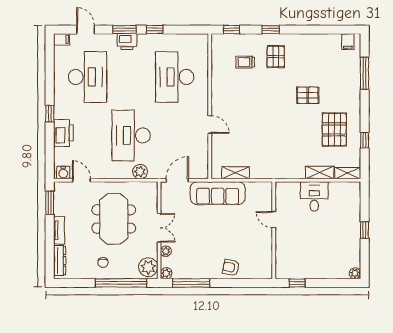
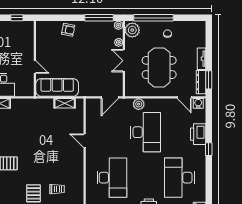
sofa: (218, 193) -> (57, 87), moved
dresser: (60, 260) -> (201, 82), moved

